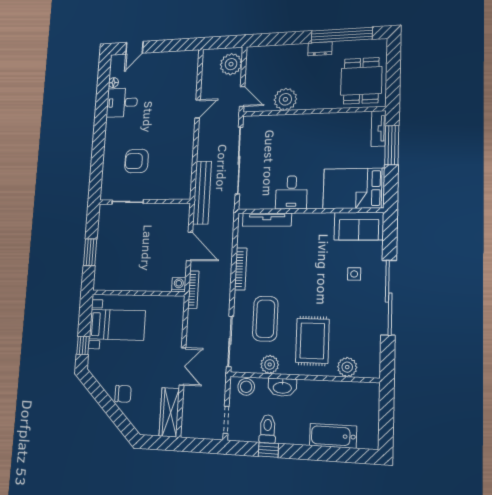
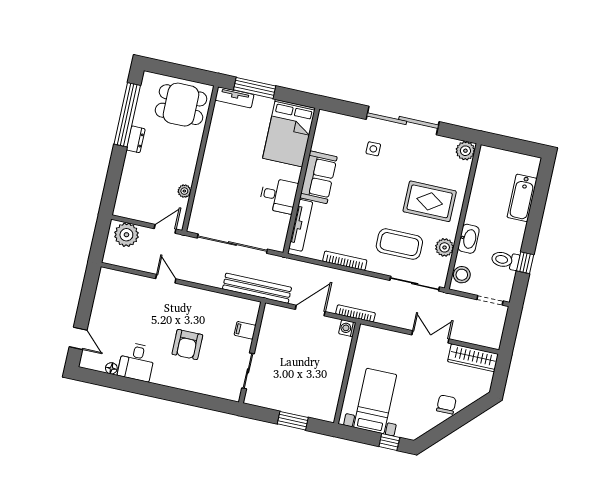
plant: (285, 99) -> (184, 191), width x0.53, depth x0.53
armchair: (137, 161) -> (187, 345), moved
filing cabinet: (163, 191) -> (245, 330), added
sofa: (359, 226) -> (318, 177), moved
plant: (347, 367) -> (465, 151), moved

